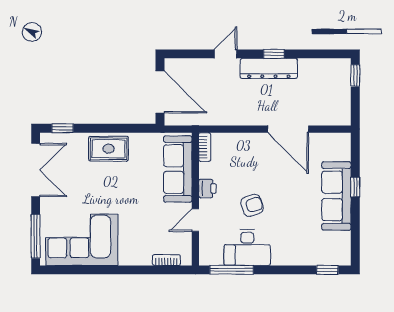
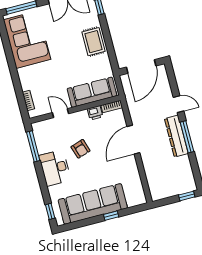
window: (274, 54) -> (187, 137), width x2.17
door: (288, 129) -> (133, 140), moved
printer: (207, 188) -> (95, 113), moved
sofa: (336, 196) -> (93, 204), width x1.36, depth x1.27
desk: (247, 247) -> (55, 168), moved

